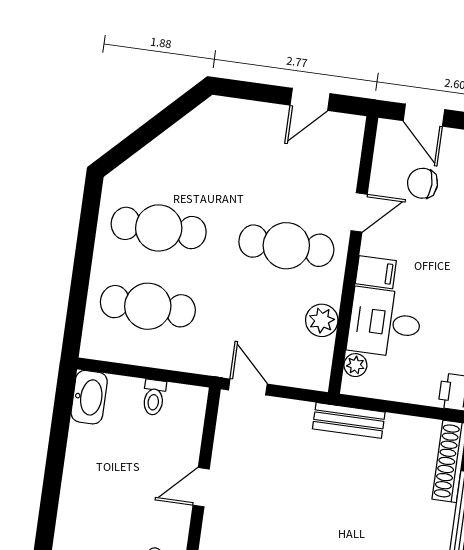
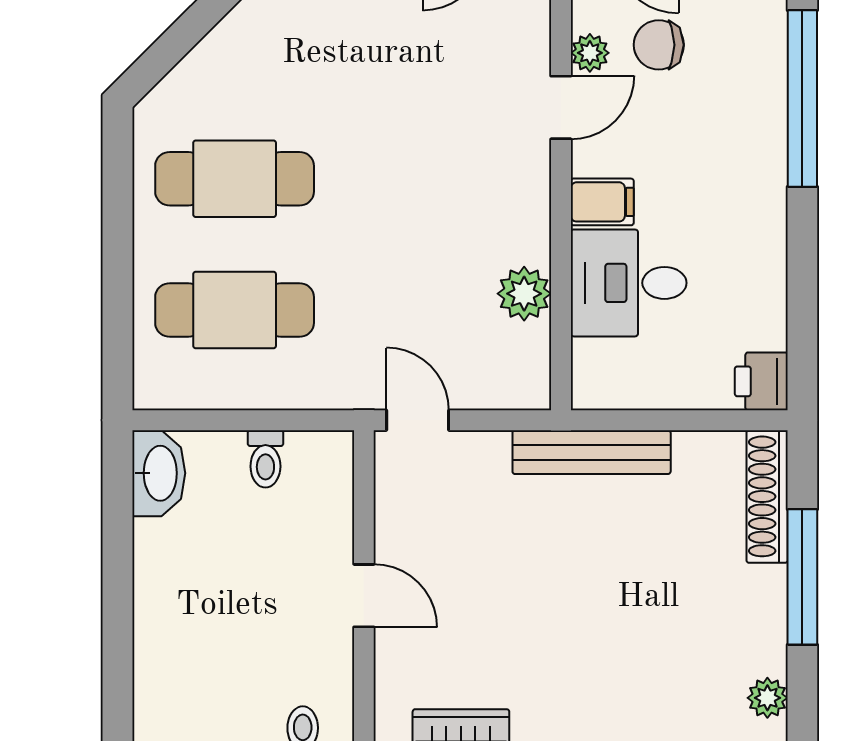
cafe table: (286, 246) -> (449, 179), removed
plant: (355, 365) -> (590, 53), moved
bench: (349, 420) -> (592, 452), width x1.36
door: (201, 487) -> (364, 596), swing flipped

